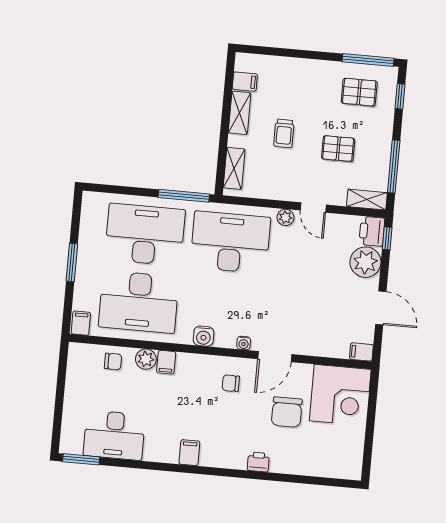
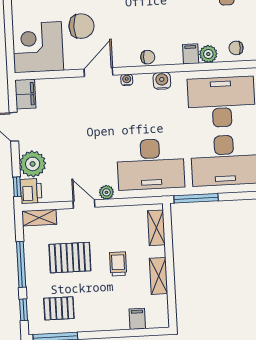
filing cabinet: (245, 82) -> (137, 319), moved, turned 90
pallet: (338, 149) -> (70, 258), width x1.50, depth x1.42
window: (394, 166) -> (21, 264), moved
filing cabinet: (361, 352) -> (25, 94), width x2.00
chair: (231, 383) -> (148, 57), moved
chair: (287, 412) -> (81, 26), turned 90

